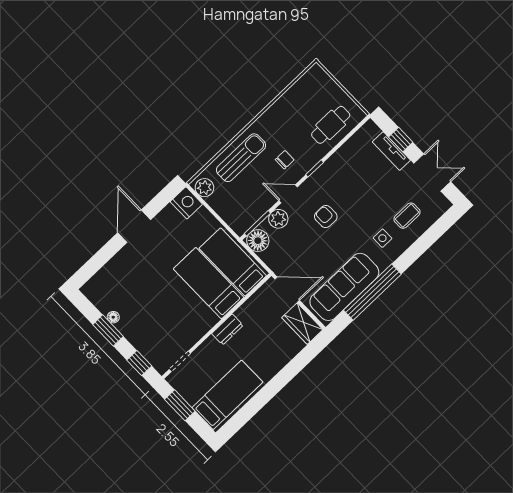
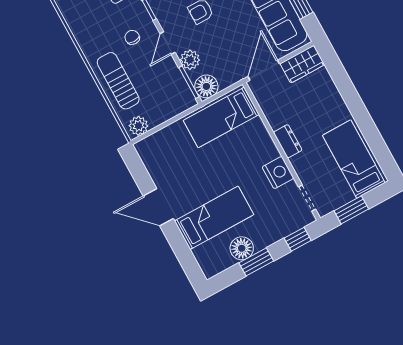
nightstand: (186, 203) -> (278, 173), moved, turned 90
bed: (209, 283) -> (214, 218), moved, turned 180
floor lamp: (113, 317) -> (242, 248), width x1.89, depth x1.89

